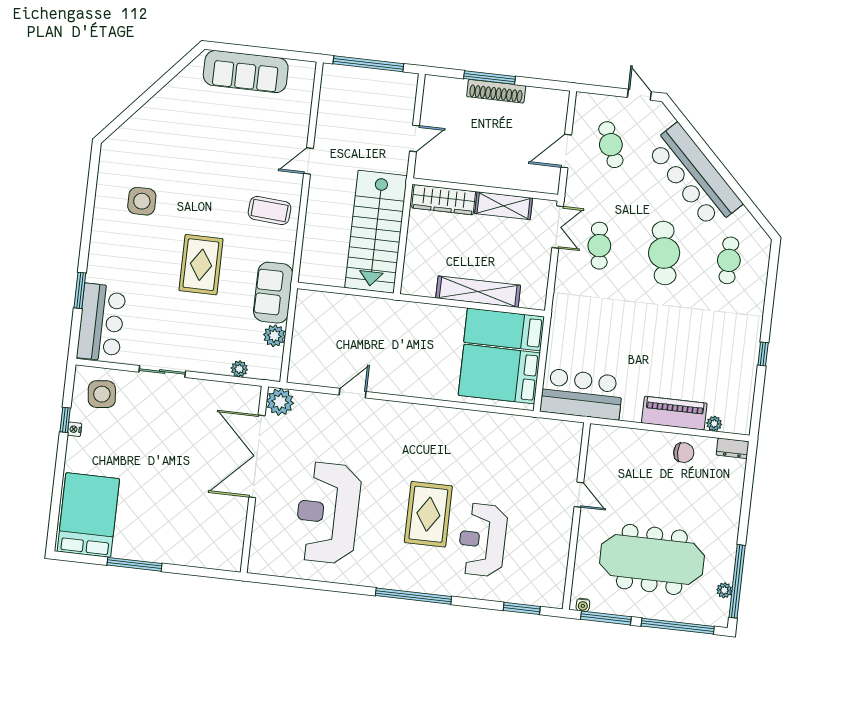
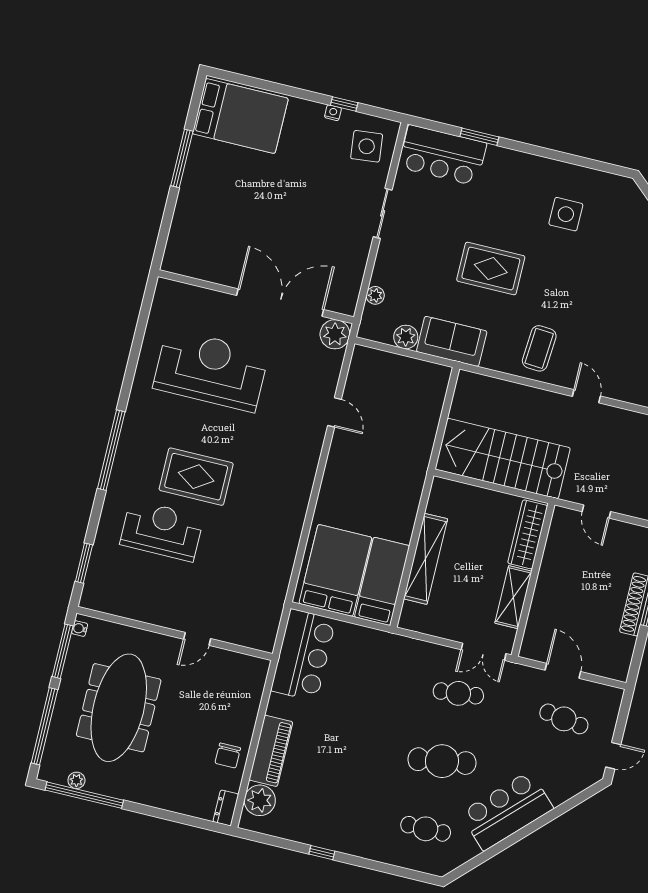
cafe table: (611, 145) -> (564, 719), turned 30
bar counter: (694, 176) -> (507, 811), width x0.73
plant: (714, 424) -> (260, 800), width x1.88, depth x1.88

